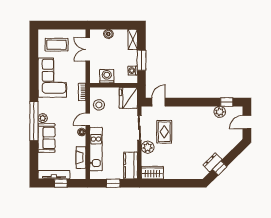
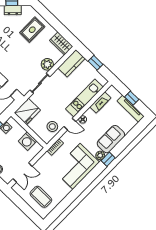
corner sofa: (52, 78) -> (77, 166), moved
window: (34, 121) -> (108, 159), width x0.32
rug: (164, 132) -> (32, 30), moved

